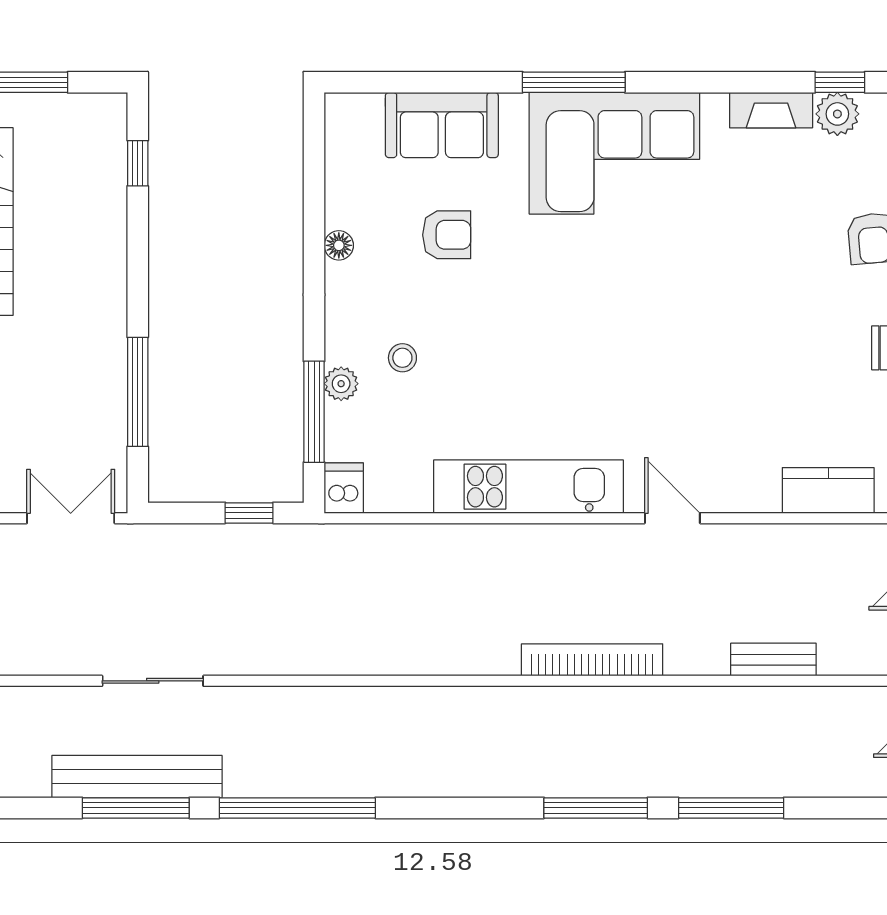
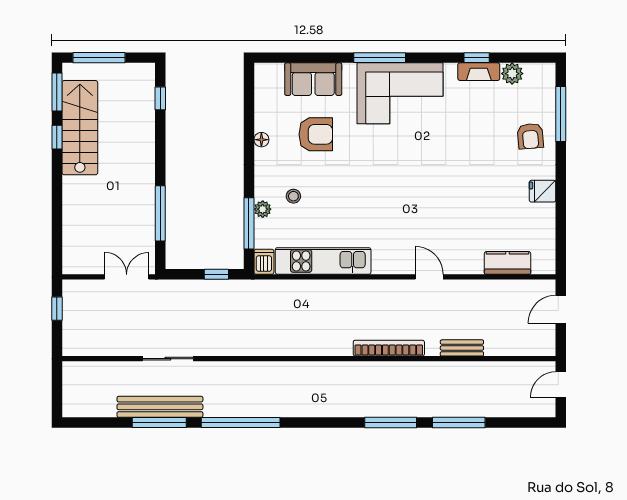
window: (840, 82) -> (477, 58), moved
armchair: (447, 235) -> (316, 134), width x1.38, depth x1.38
kitchen unit: (529, 487) -> (323, 261), moved
bench: (773, 660) -> (462, 348), moved

